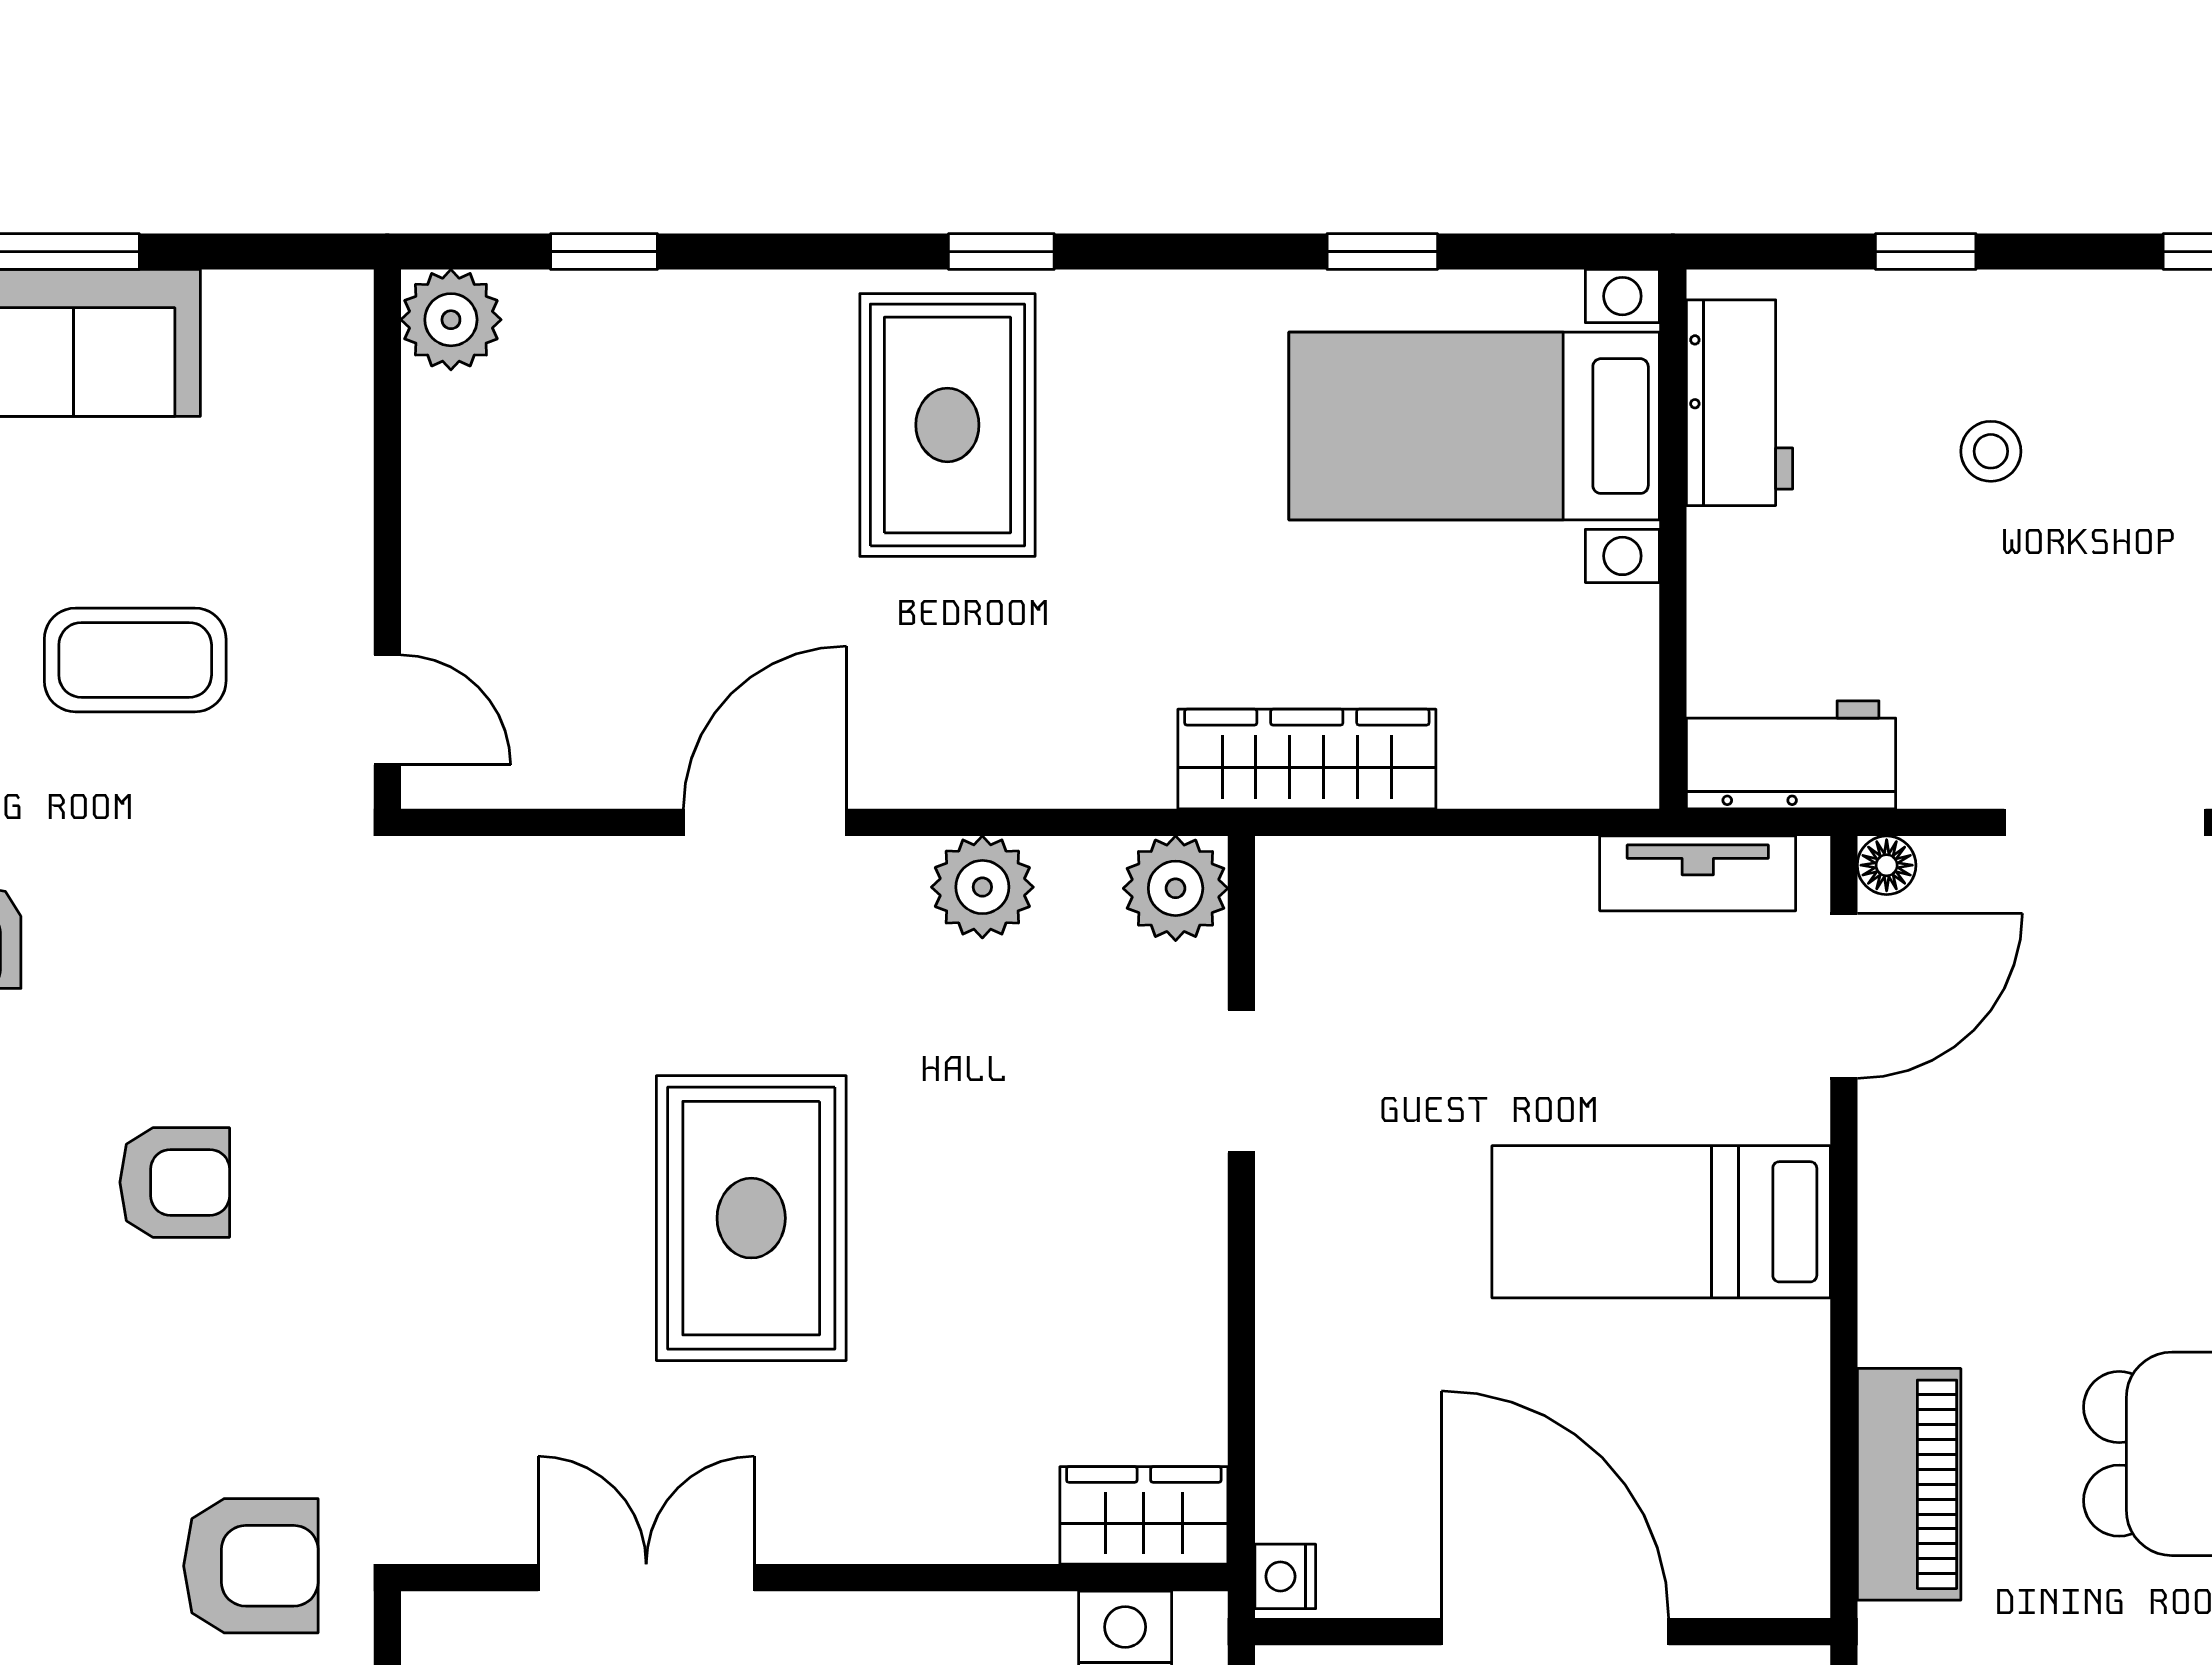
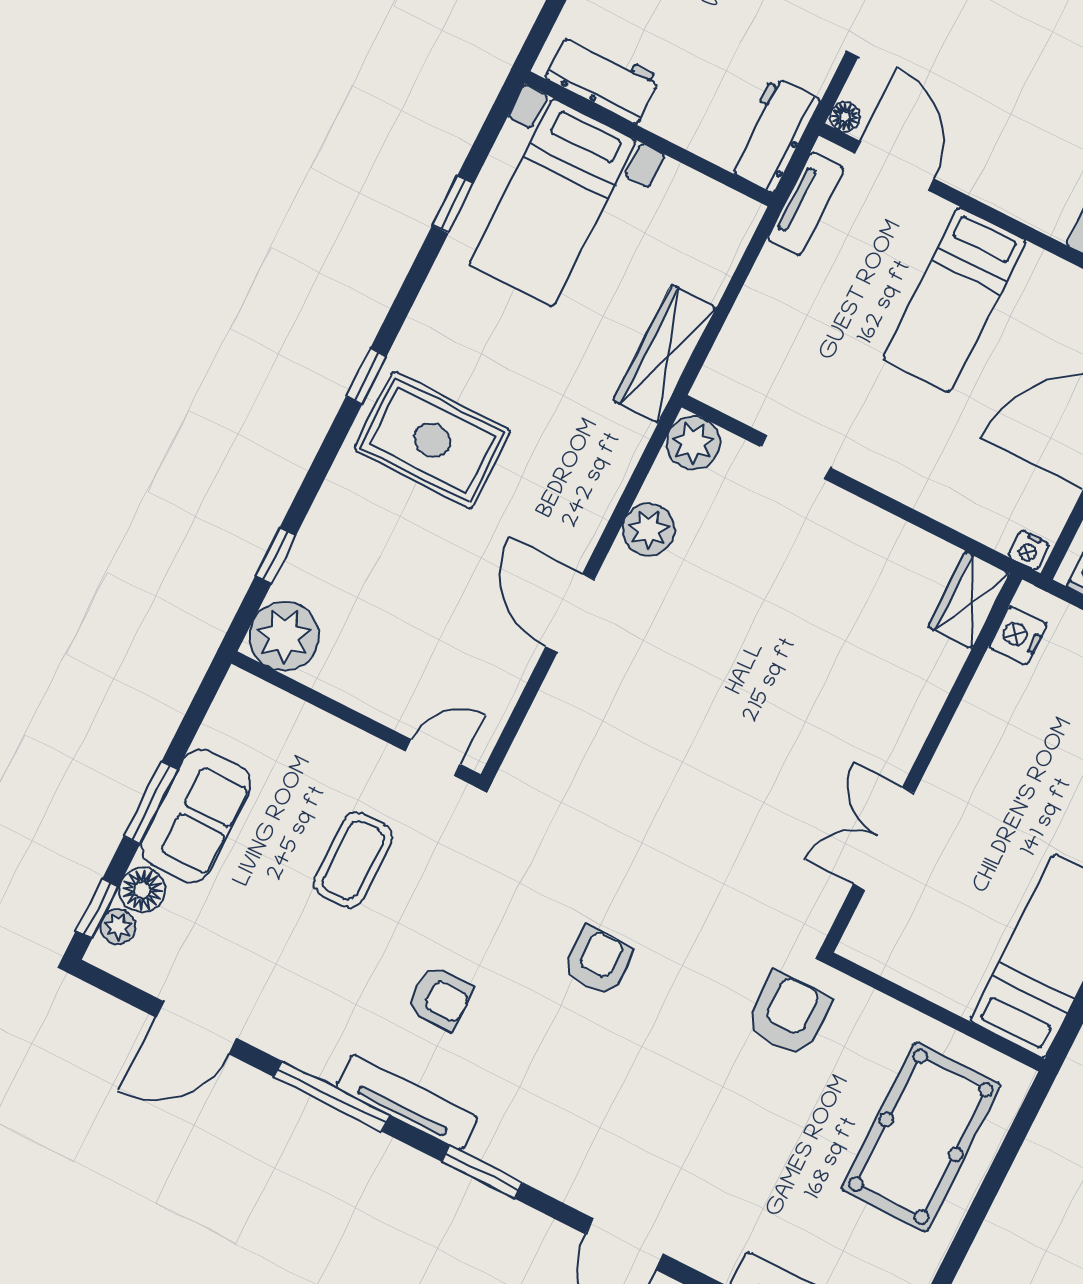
plant: (451, 320) -> (284, 636), width x1.36, depth x1.36
rug: (751, 1218) -> (745, 709), removed

